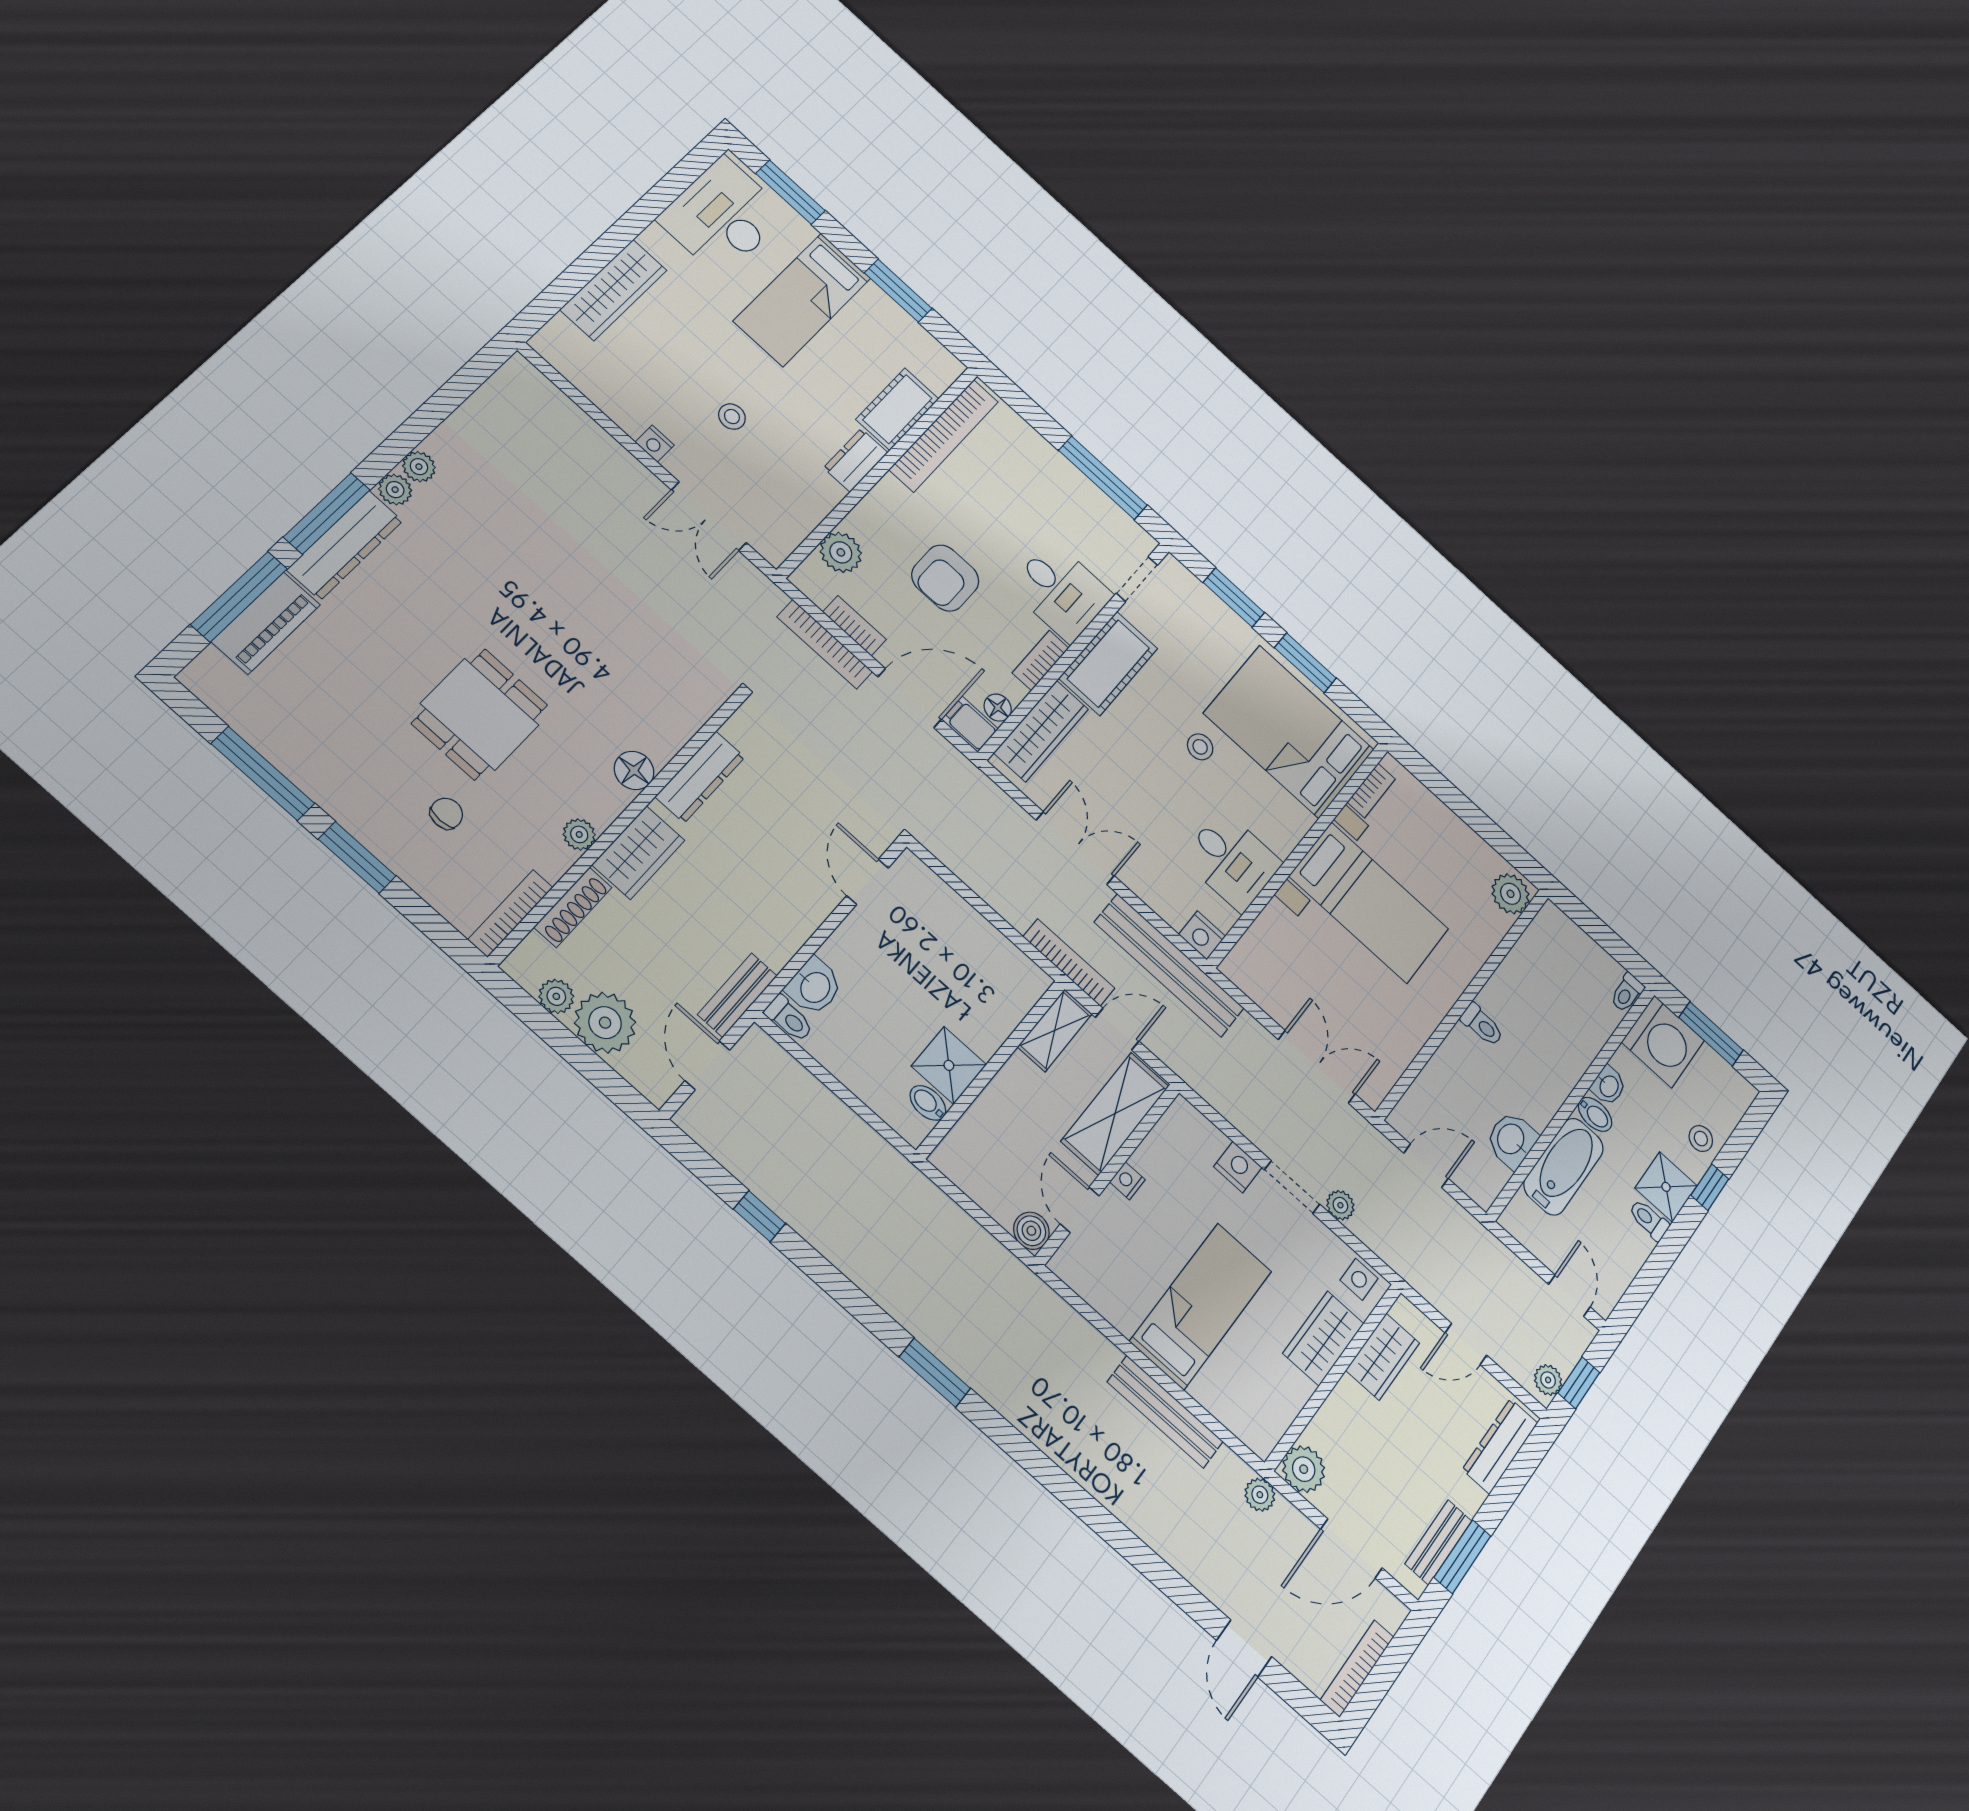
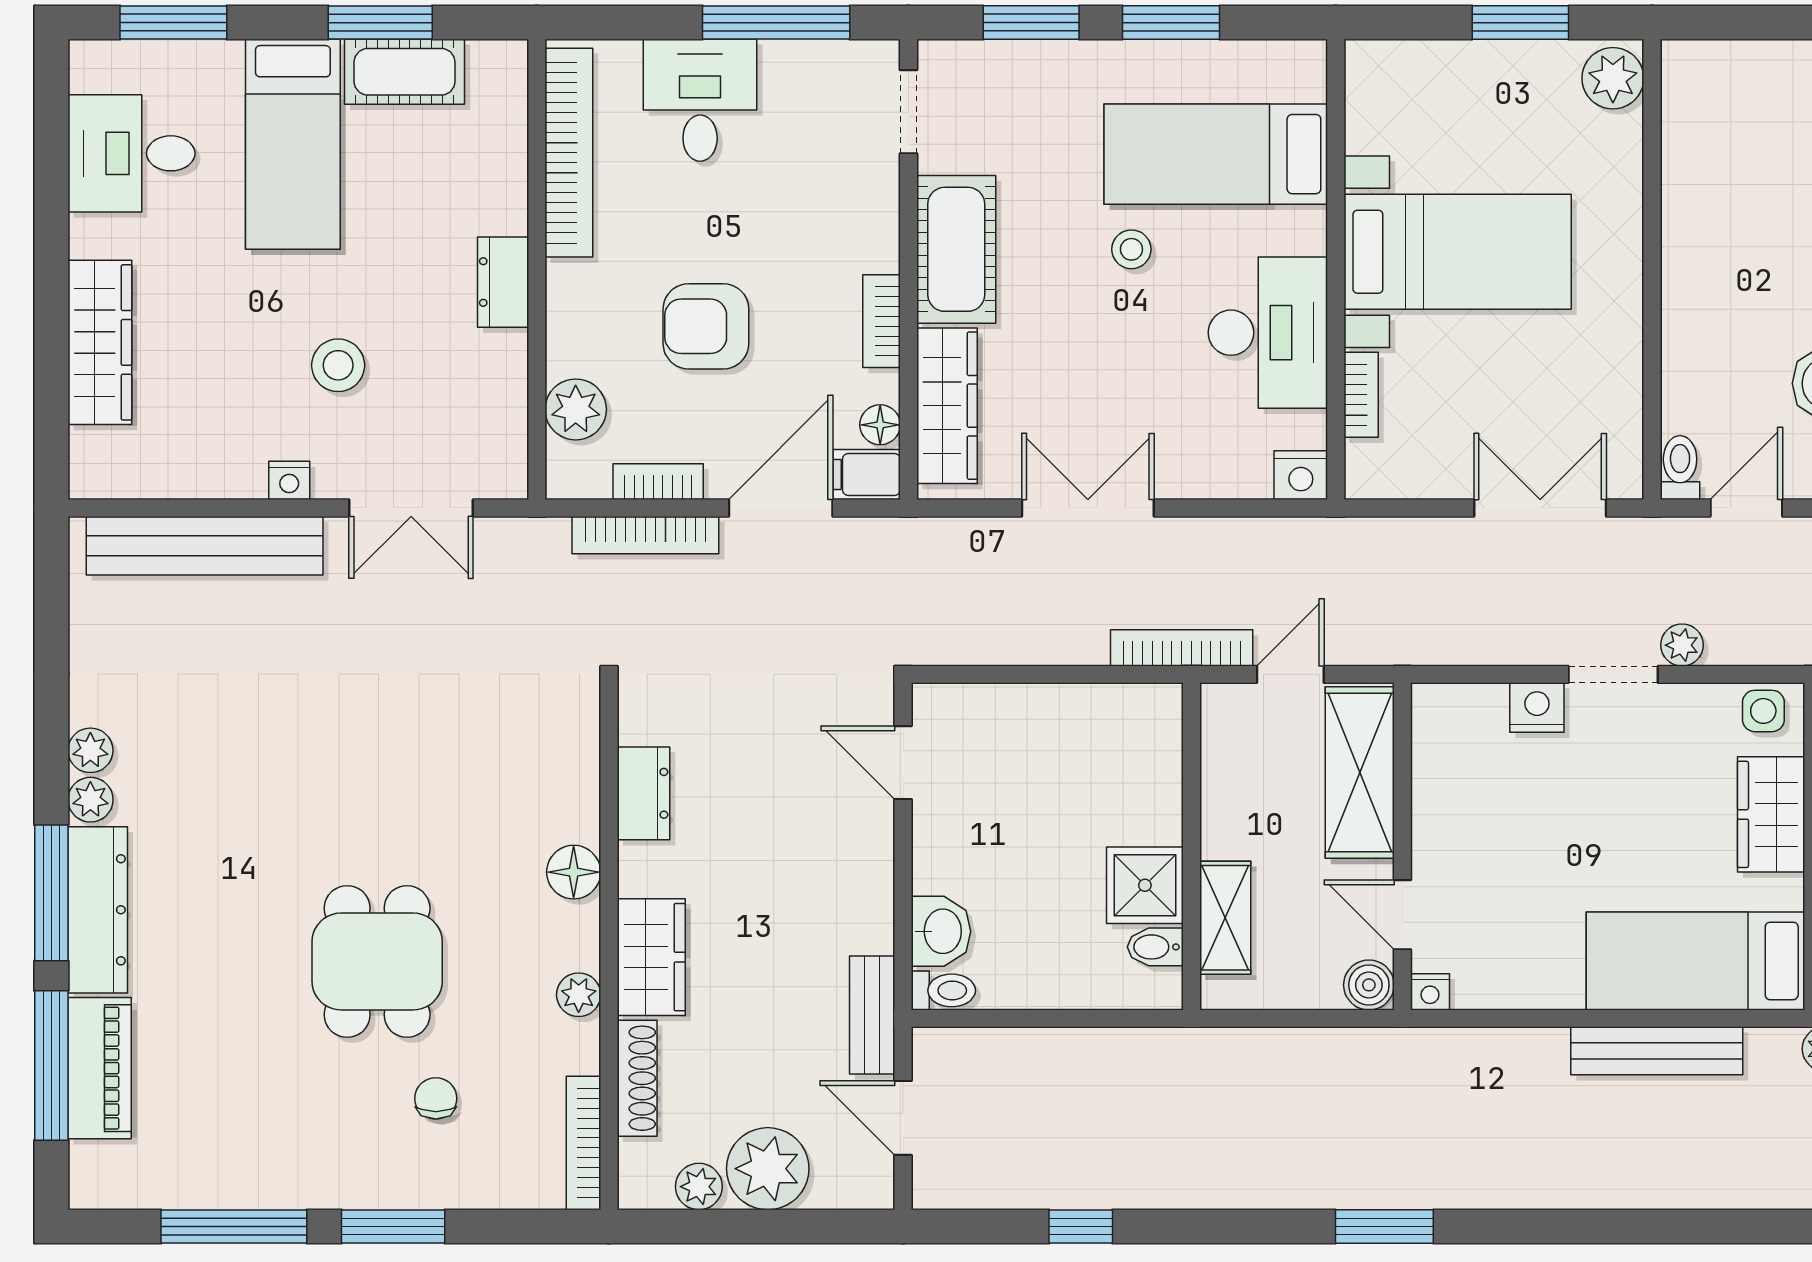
desk: (723, 217) -> (131, 153), width x0.73
cot: (897, 409) -> (405, 72), moved, turned 90
stool: (732, 417) -> (338, 365), width x1.37, depth x1.37
armchair: (945, 578) -> (706, 326), turned 90
desk: (1061, 591) -> (700, 100), moved, turned -90
bed: (1289, 732) -> (1216, 154), width x0.67
dresser: (700, 777) -> (643, 793), width x0.70
bookcase: (1371, 791) -> (1361, 395), moved
window: (1483, 825) -> (1520, 23), added
desk: (1232, 861) -> (1268, 333), width x1.37
bench: (1169, 965) -> (205, 546), moved
toilet: (1482, 1025) -> (1680, 468), moved, turned -90
shelving: (1055, 1030) -> (1225, 918), moved
nightstand: (1127, 1181) -> (1430, 992), moved, turned -90
bed: (1201, 1306) -> (1695, 961), moved, turned -90

